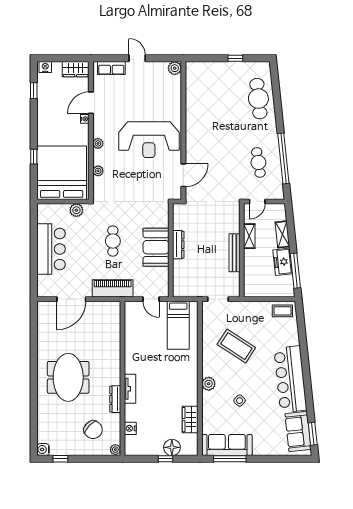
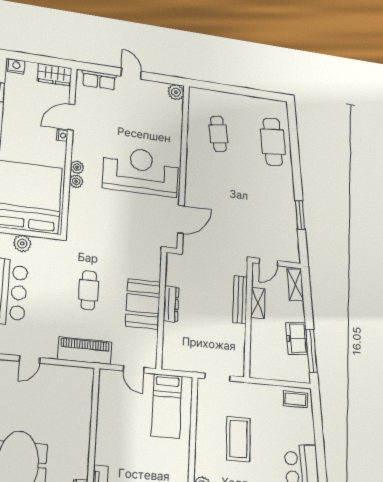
window: (235, 58) -> (248, 92), removed
reception desk: (149, 140) -> (141, 171), turned 180
window: (283, 159) -> (300, 215), width x0.47
cafe table: (258, 162) -> (218, 134), moved
plant: (98, 171) -> (76, 181), moved
plant: (76, 210) -> (22, 243), moved
shelving: (282, 234) -> (295, 285), moved
bench: (234, 253) -> (240, 300), moved
door: (71, 299) -> (30, 359), width x0.53
coffee table: (236, 346) -> (238, 439), turned 56

